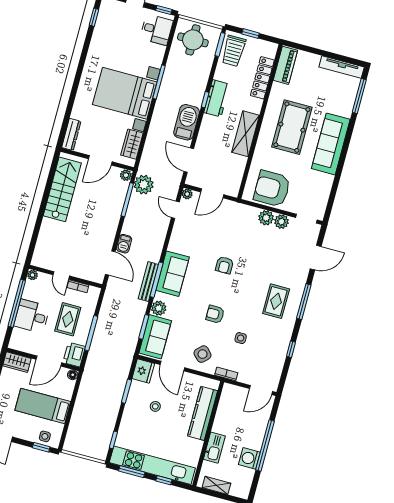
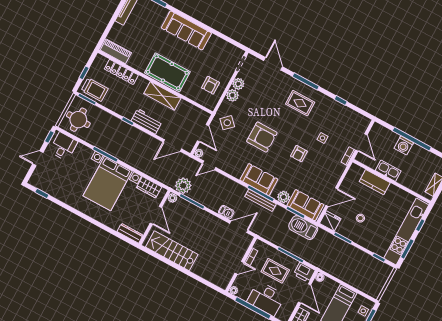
workbench: (217, 98) -> (147, 121), moved
barbecue: (187, 122) -> (303, 228), moved
pool table: (292, 127) -> (167, 72), moved
armchair: (272, 189) -> (211, 85), width x0.53, depth x0.53
armchair: (224, 265) -> (262, 137), width x1.88, depth x1.88
desk: (32, 316) -> (266, 299), width x1.37
side table: (203, 354) -> (227, 123), moved
door: (261, 390) -> (361, 142), moved
kitchen counter: (203, 413) -> (375, 182), width x0.67
kitchen sink: (214, 448) -> (388, 171), moved
washing machine: (249, 458) -> (404, 145), moved

